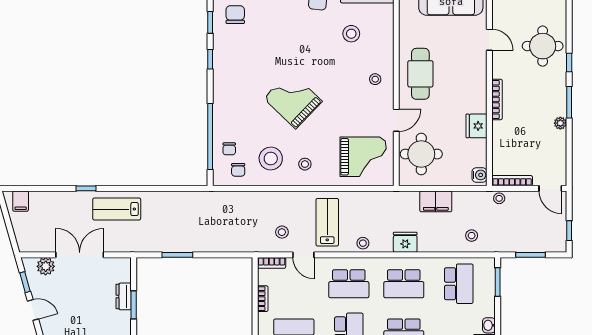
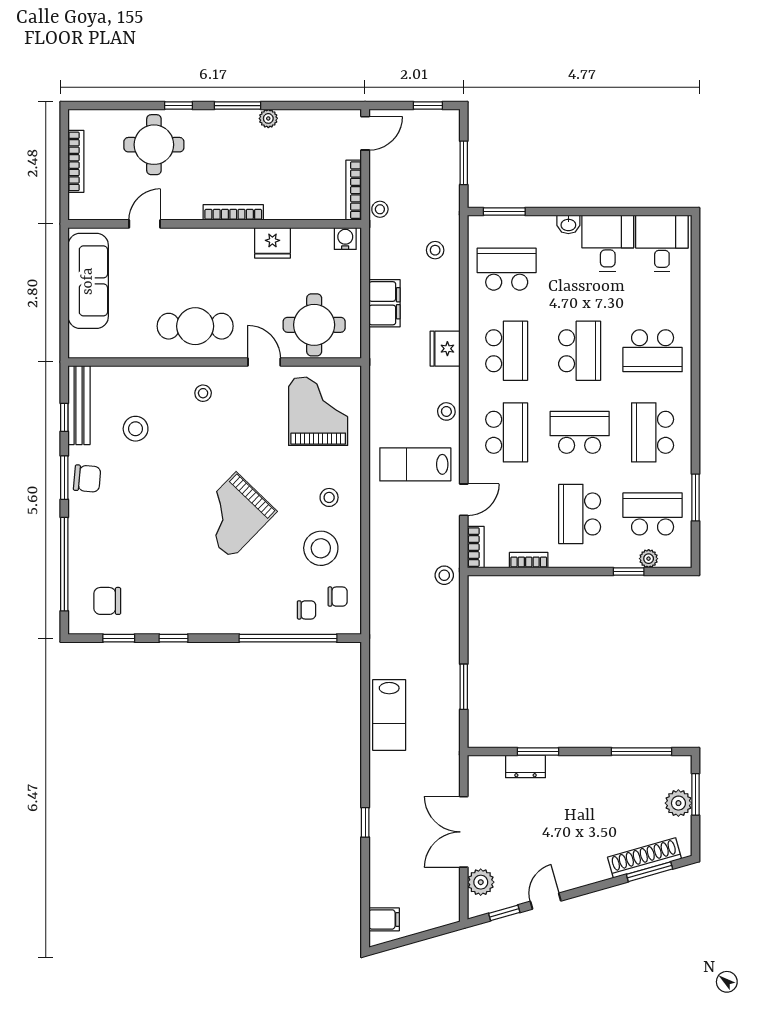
lab bench: (117, 209) -> (389, 715), moved
stool: (282, 232) -> (444, 575), moved

